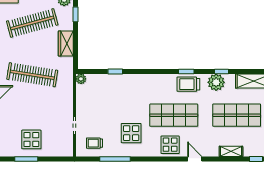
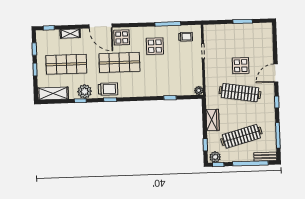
display table: (31, 139) -> (241, 66), moved
door: (195, 159) -> (100, 26), width x1.87

